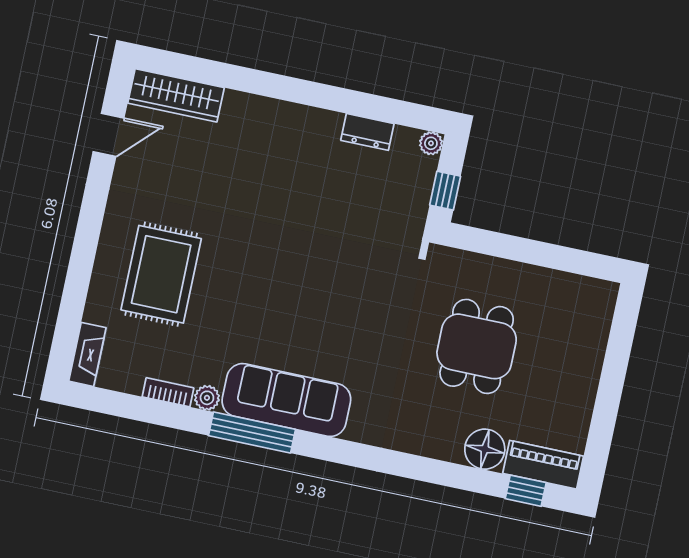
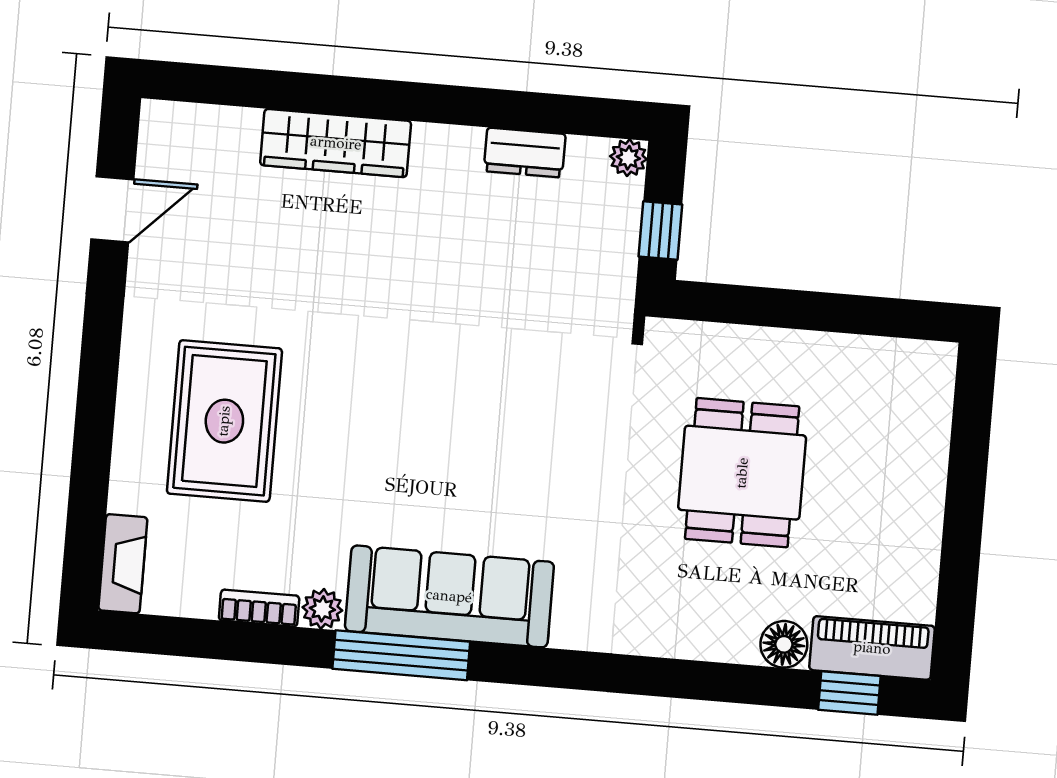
wardrobe: (176, 95) -> (336, 143), moved
floor lamp: (485, 449) -> (784, 644), width x0.73, depth x0.73

